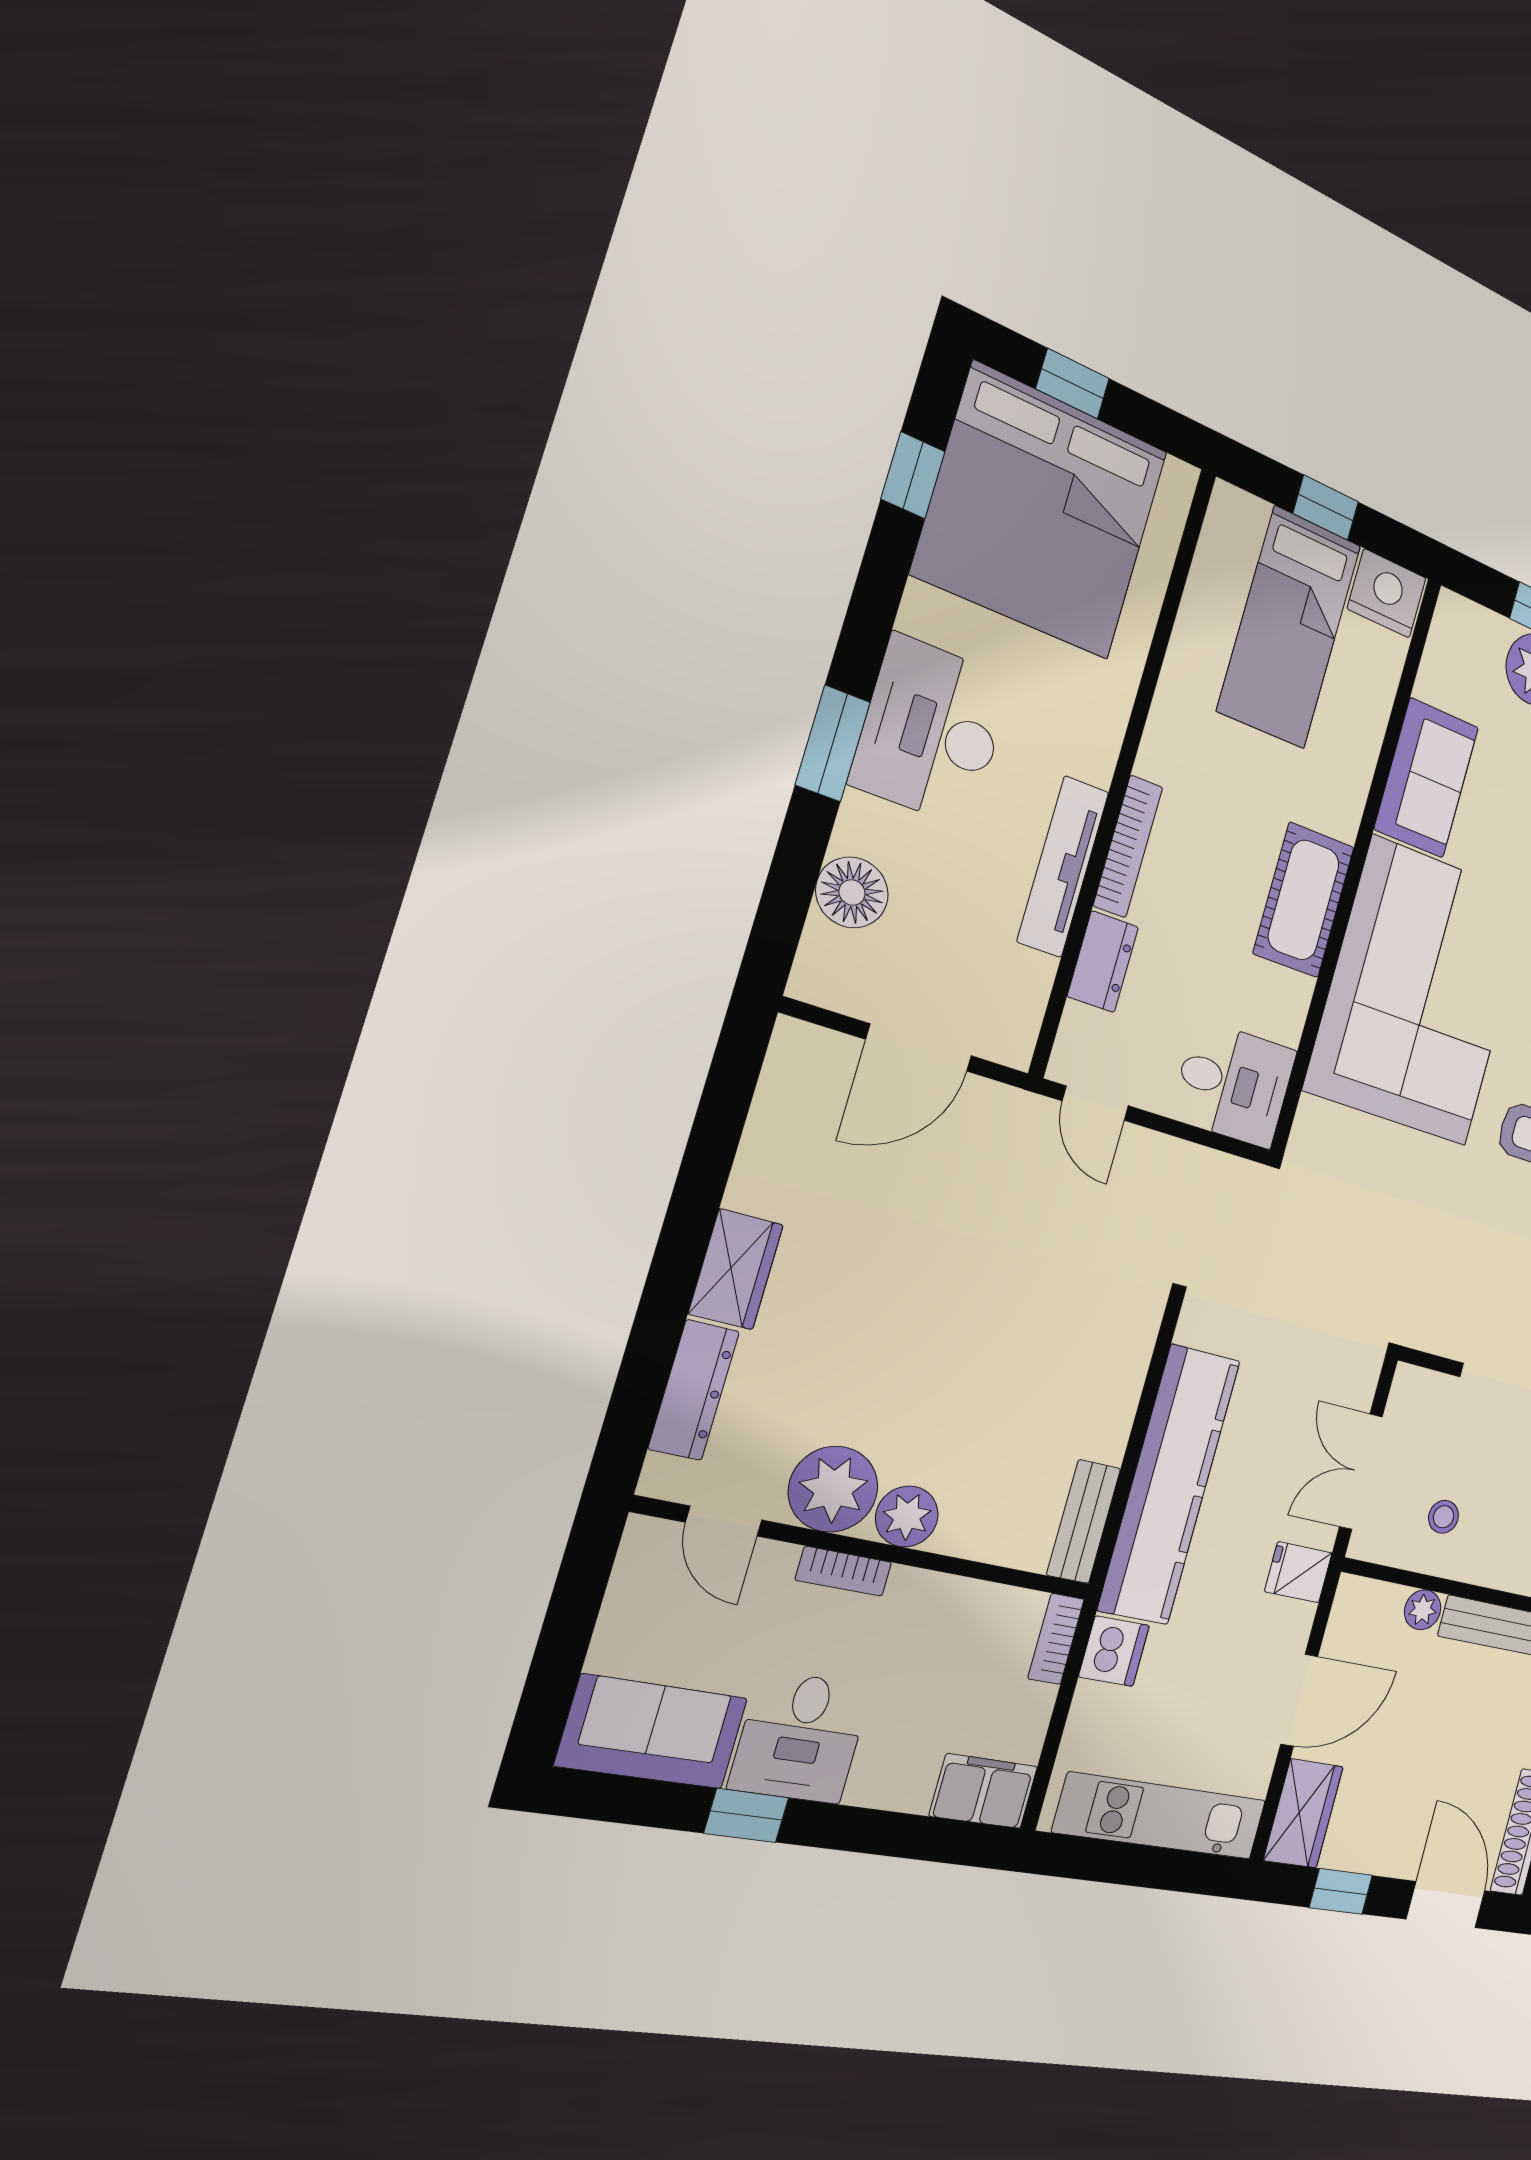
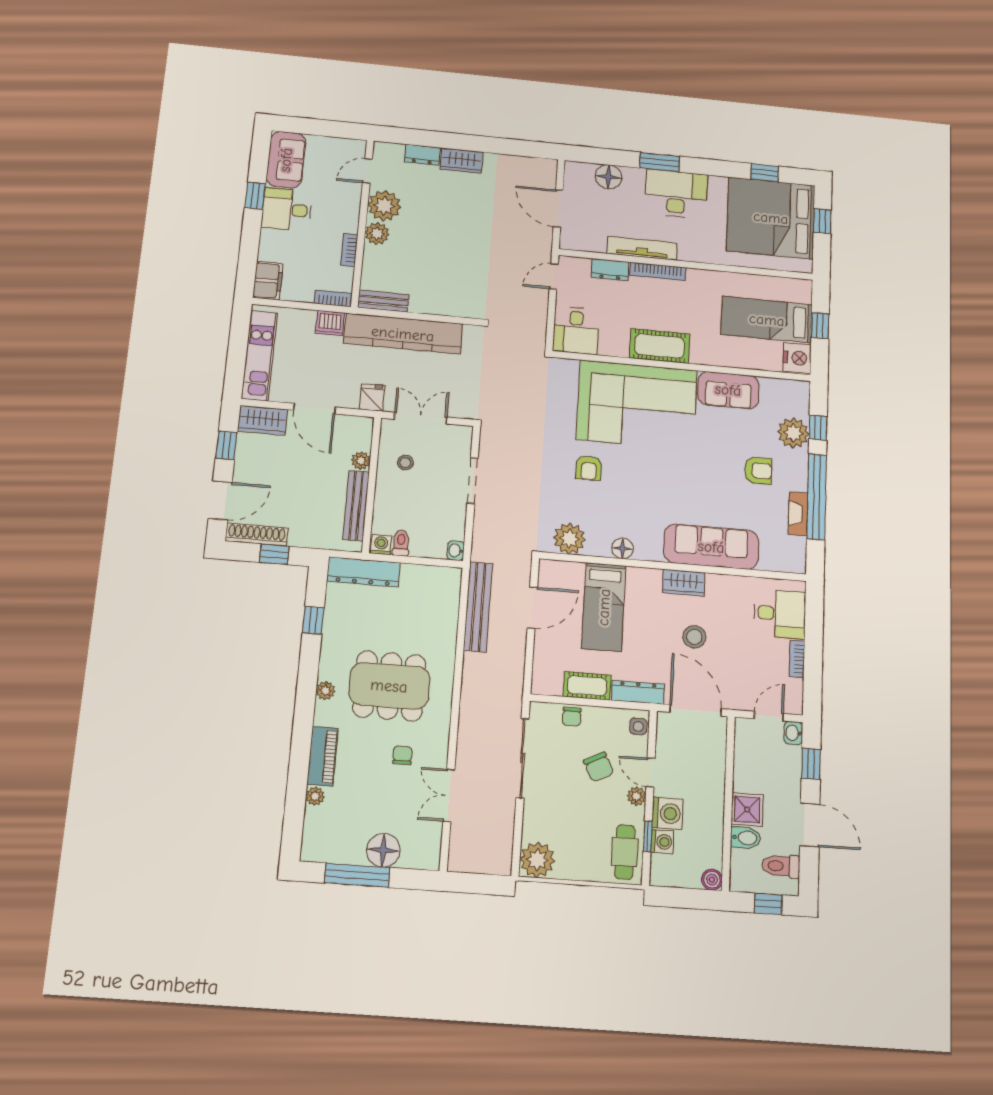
dresser: (694, 1390) -> (422, 155), width x0.70
bookcase: (844, 1571) -> (349, 250), moved

